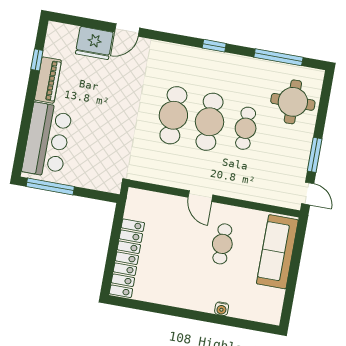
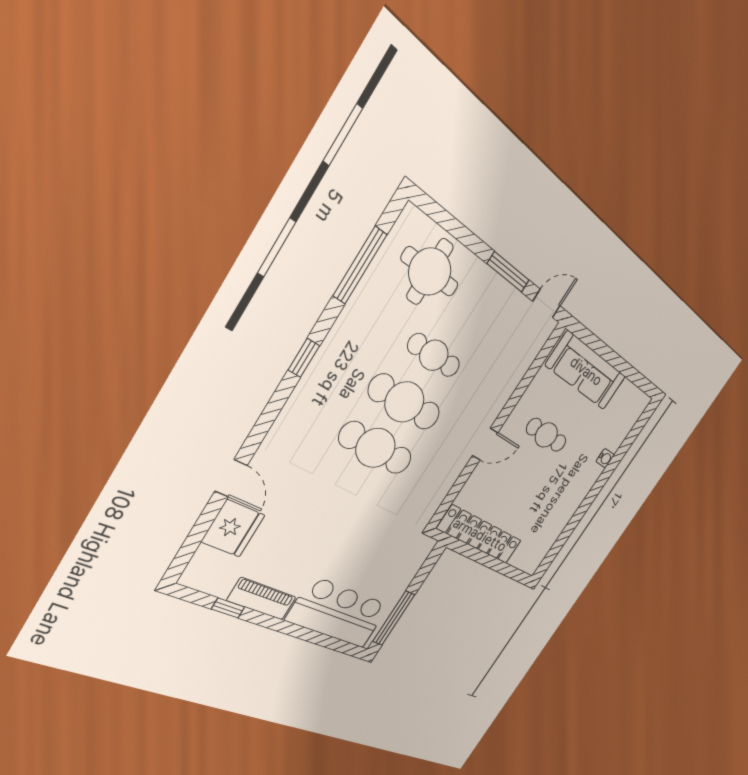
locker: (127, 258) -> (480, 535), moved

